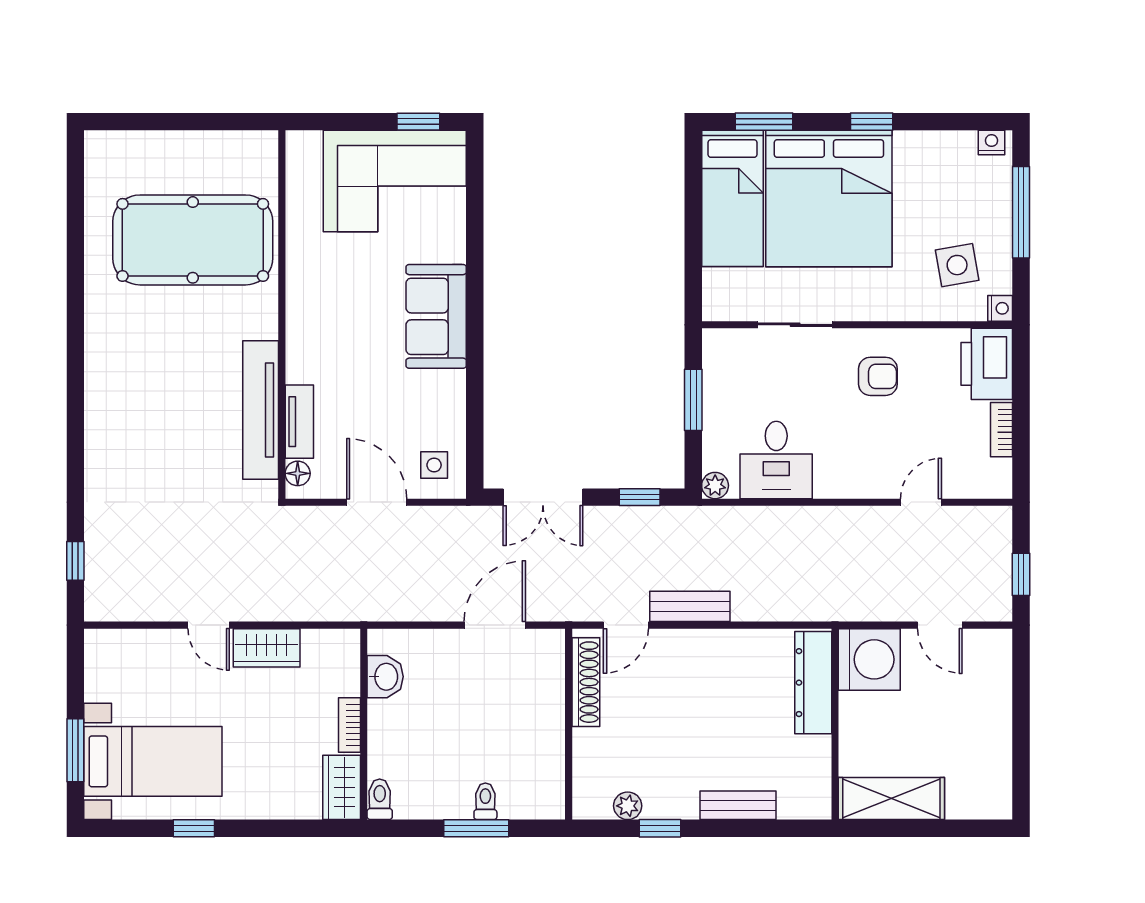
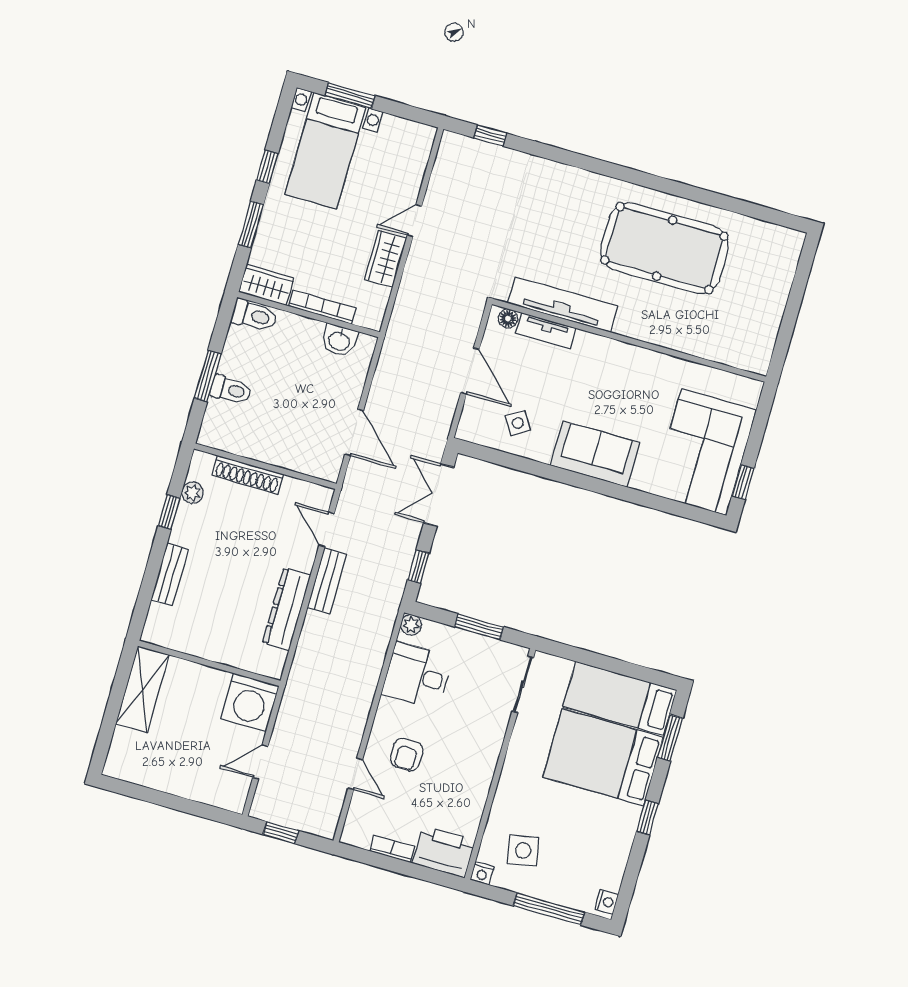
bed: (829, 199) -> (603, 757), width x0.73
pool table: (193, 240) -> (664, 248), moved, turned 90
sliding door: (795, 325) -> (523, 684), moved
armchair: (878, 376) -> (407, 754), moved
side table: (434, 465) -> (518, 423), moved, turned -32
door: (377, 502) -> (470, 371), hinge flipped
shoe rack: (586, 682) -> (247, 475), moved
dresser: (813, 683) -> (286, 609), moved, turned -90
bookcase: (349, 725) -> (322, 307), width x1.56
toilet: (380, 799) -> (254, 316), width x1.37, depth x1.39
toilet: (485, 801) -> (231, 390), width x1.37, depth x1.39
window: (272, 828) -> (251, 224), added

